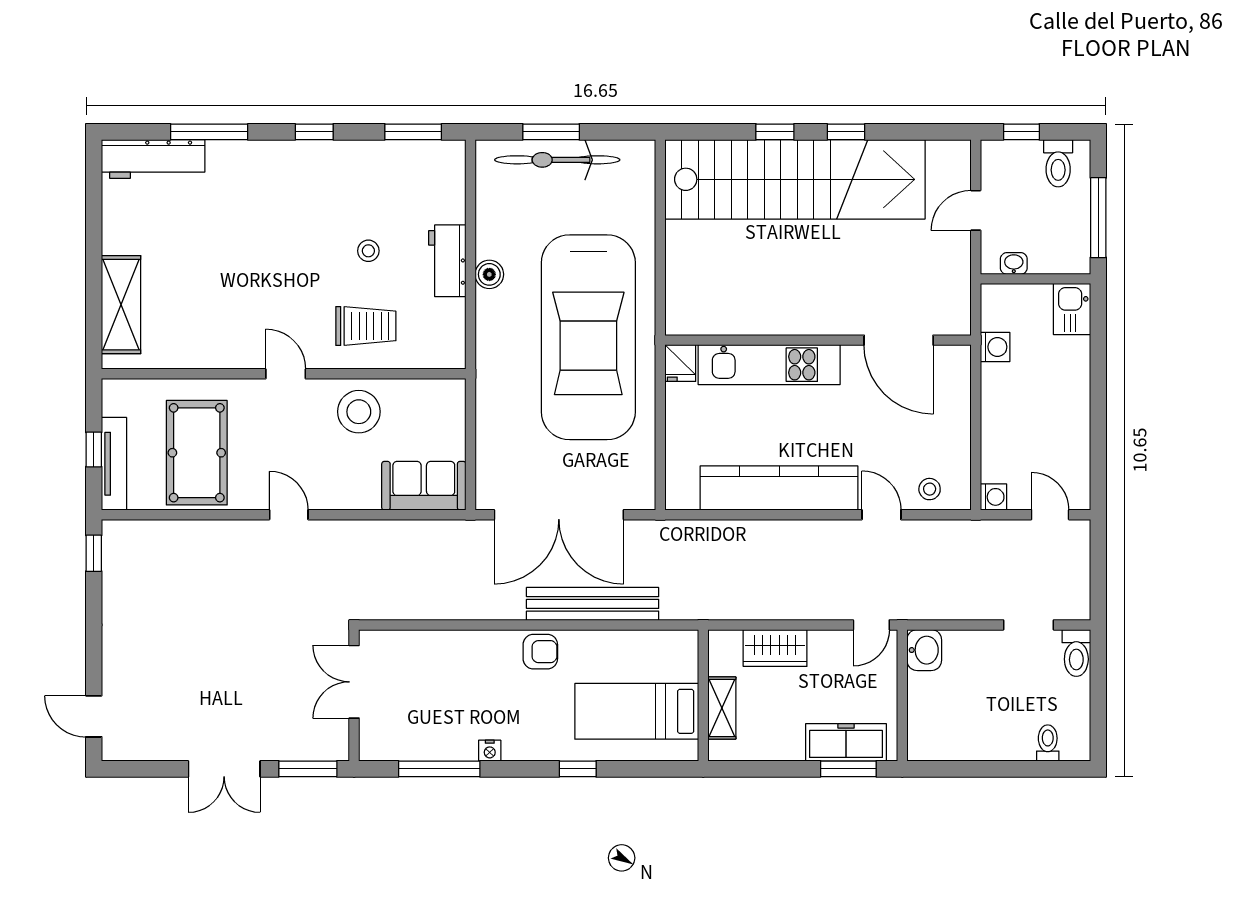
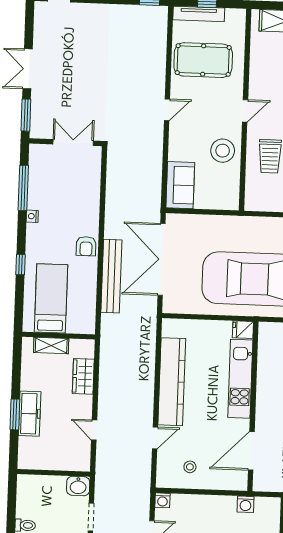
stool: (930, 489) -> (190, 467), moved
washbasin: (924, 650) -> (78, 486), moved
wall: (902, 695) -> (54, 473), moved

